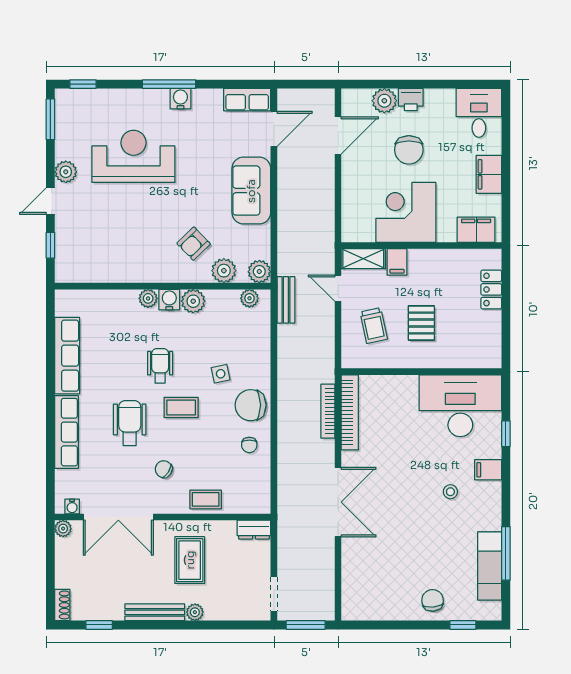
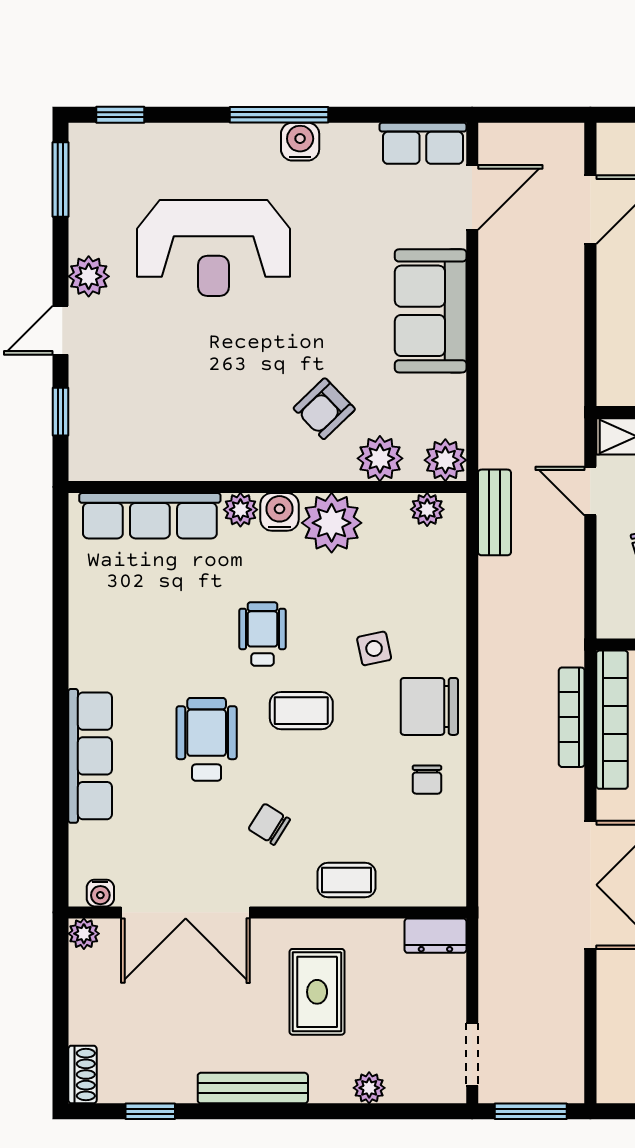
reception desk: (133, 156) -> (214, 248), turned 180
plant: (193, 301) -> (332, 523), width x1.36, depth x1.36
row of seats: (67, 356) -> (150, 516), moved, turned 90
plant: (195, 612) -> (369, 1088), moved

